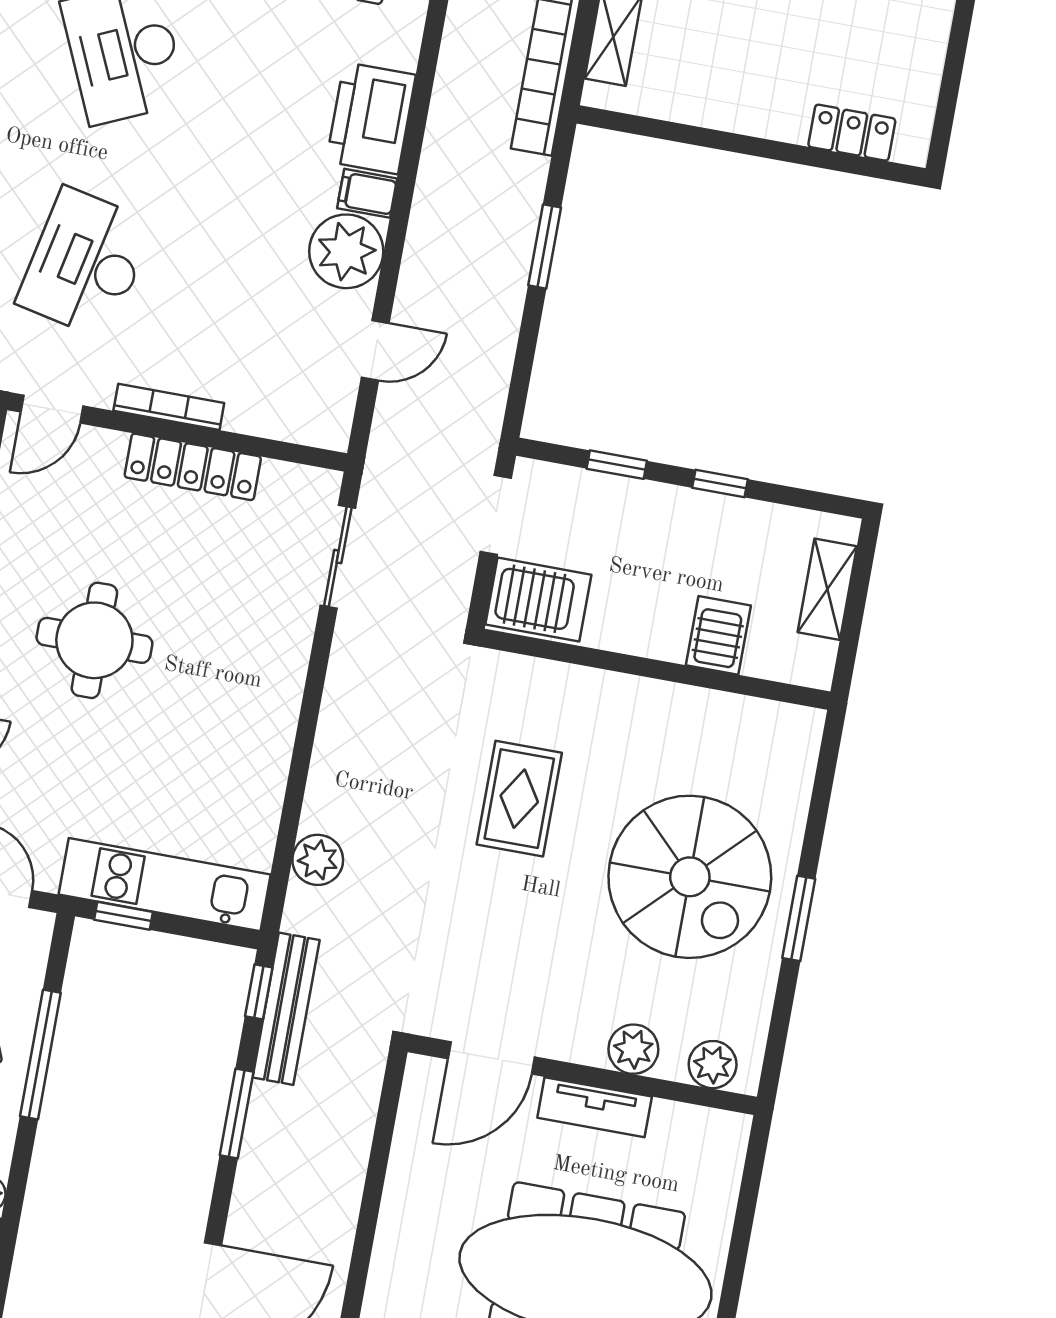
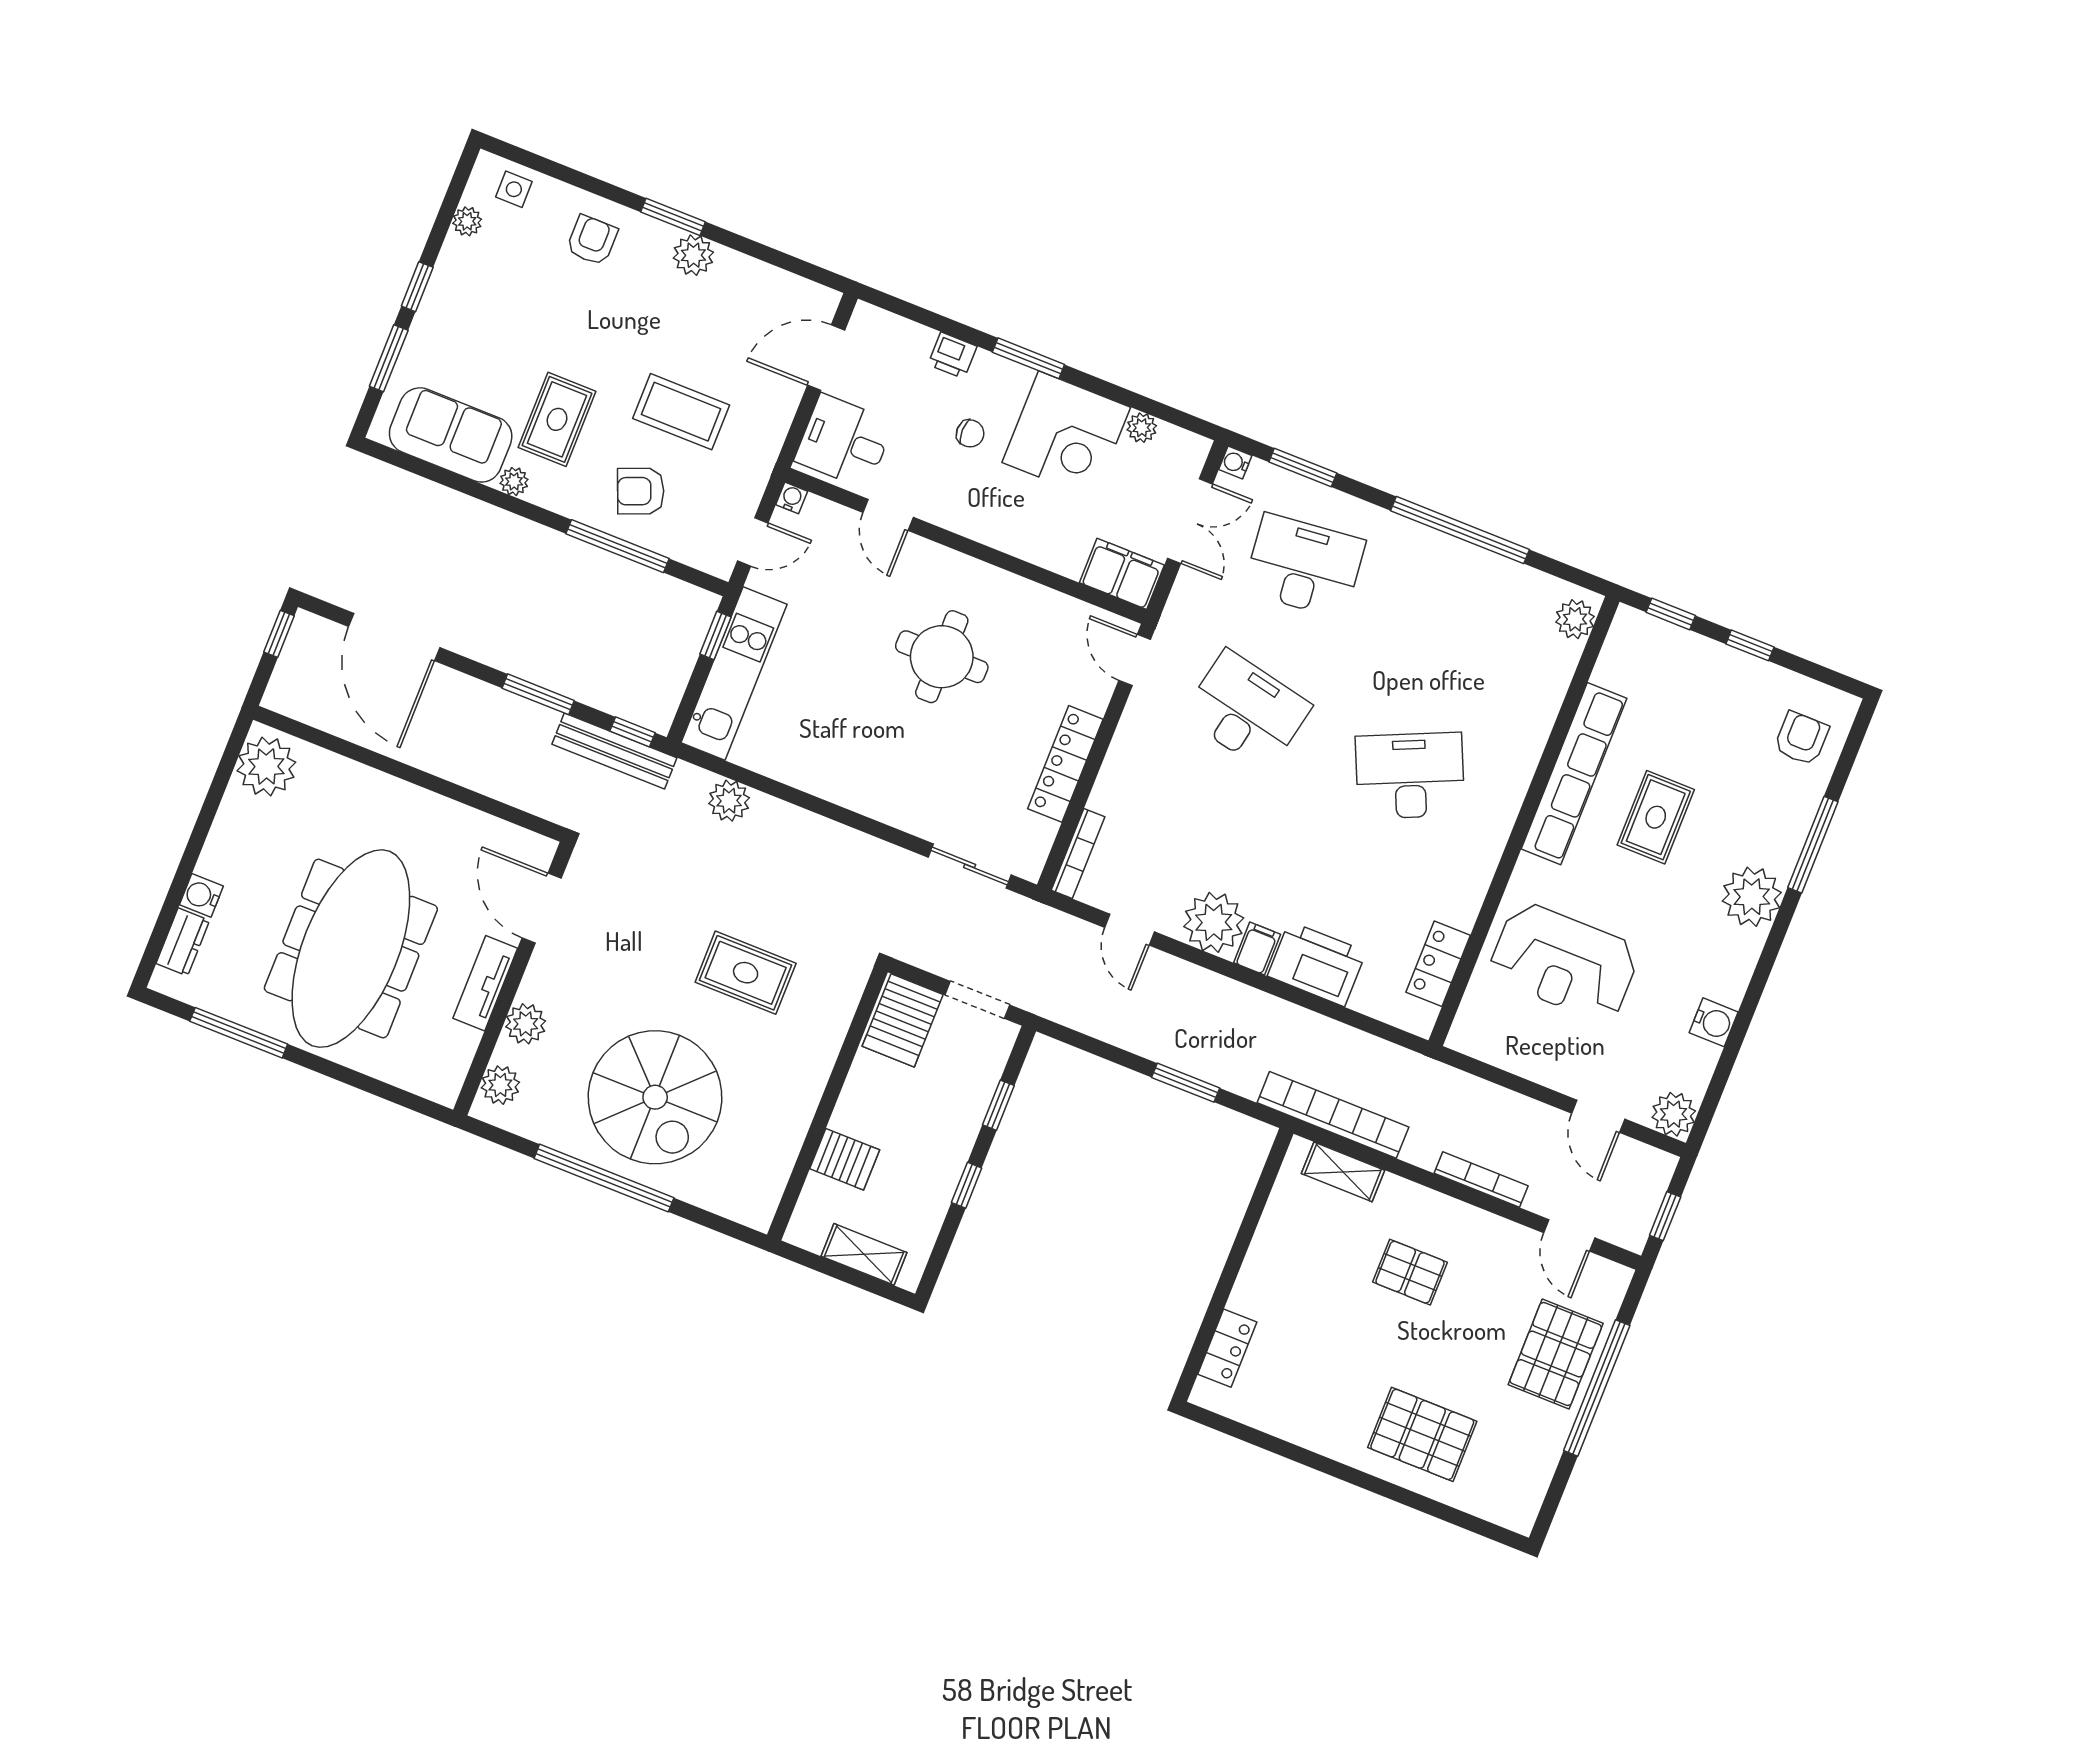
bookcase: (169, 407) -> (1078, 853), moved
spiral stairs: (690, 877) -> (655, 1097), turned -90
window: (799, 918) -> (604, 1178), width x2.11

